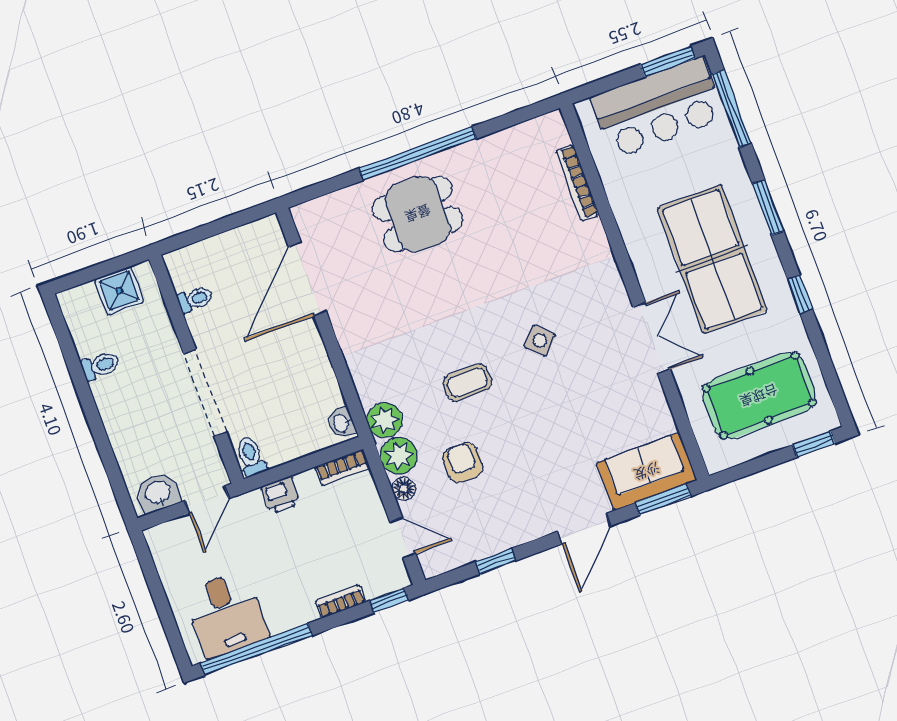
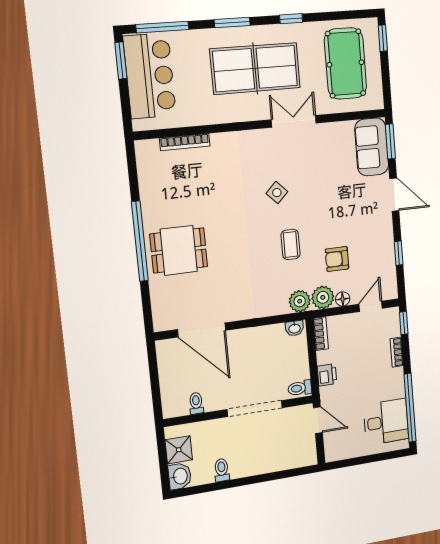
dining table: (418, 214) -> (179, 250), turned 90
washbasin: (158, 493) -> (180, 476), moved, turned 180

